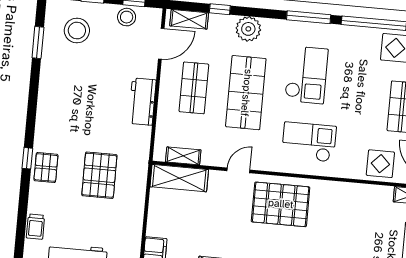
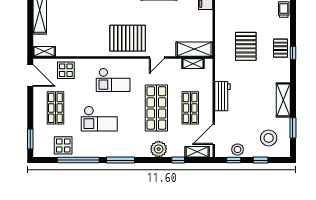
checkout: (306, 75) -> (99, 119), moved, turned -90
shelving: (49, 87) -> (283, 100), added

